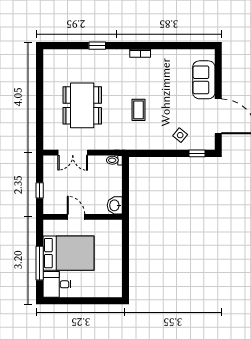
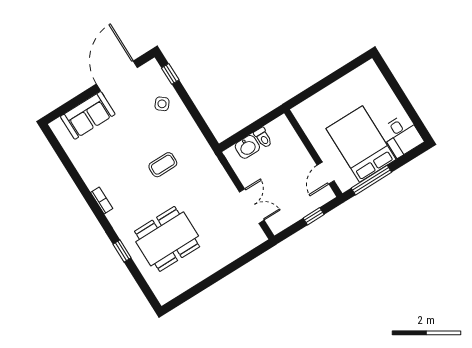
dining table: (82, 105) -> (167, 239), moved
toilet: (114, 160) -> (263, 138), moved
washbasin: (115, 205) -> (247, 147), moved
door: (76, 217) -> (326, 173), moved
window: (40, 263) -> (371, 180), moved

